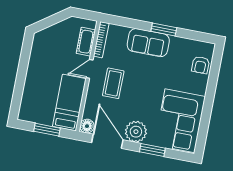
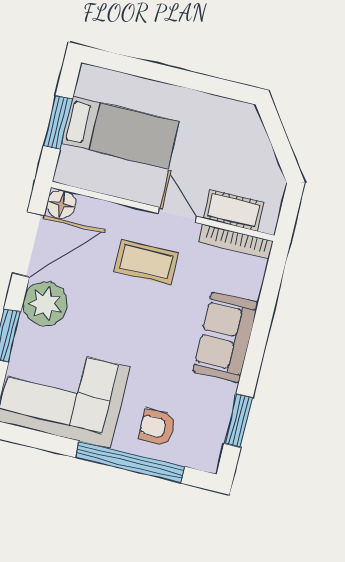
window: (164, 30) -> (238, 421), moved
armchair: (201, 65) -> (157, 427), moved
window: (212, 86) -> (130, 462), added
bed: (69, 103) -> (120, 132), moved

